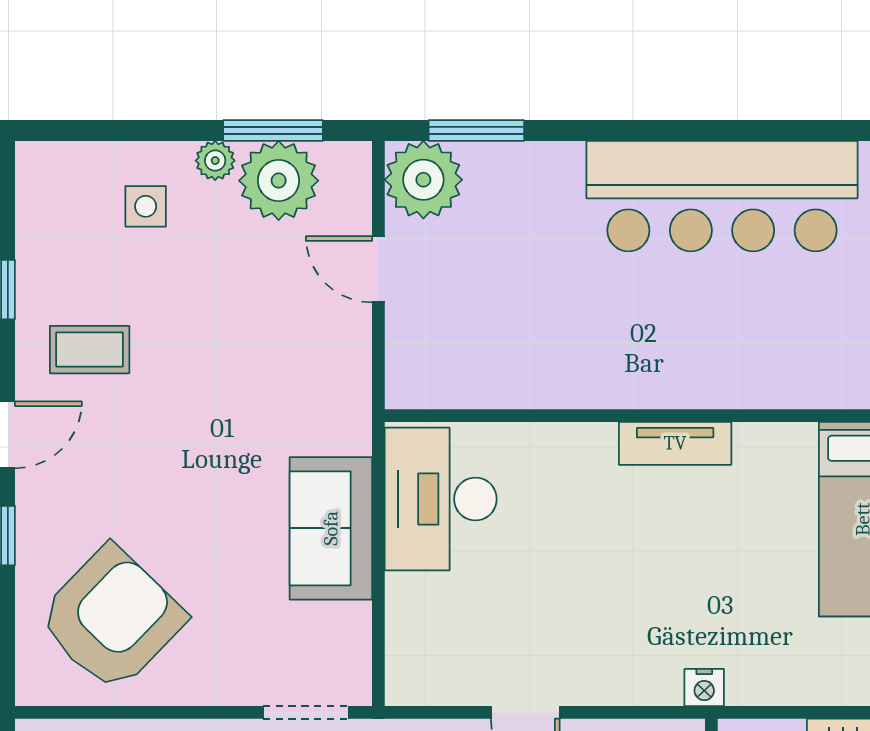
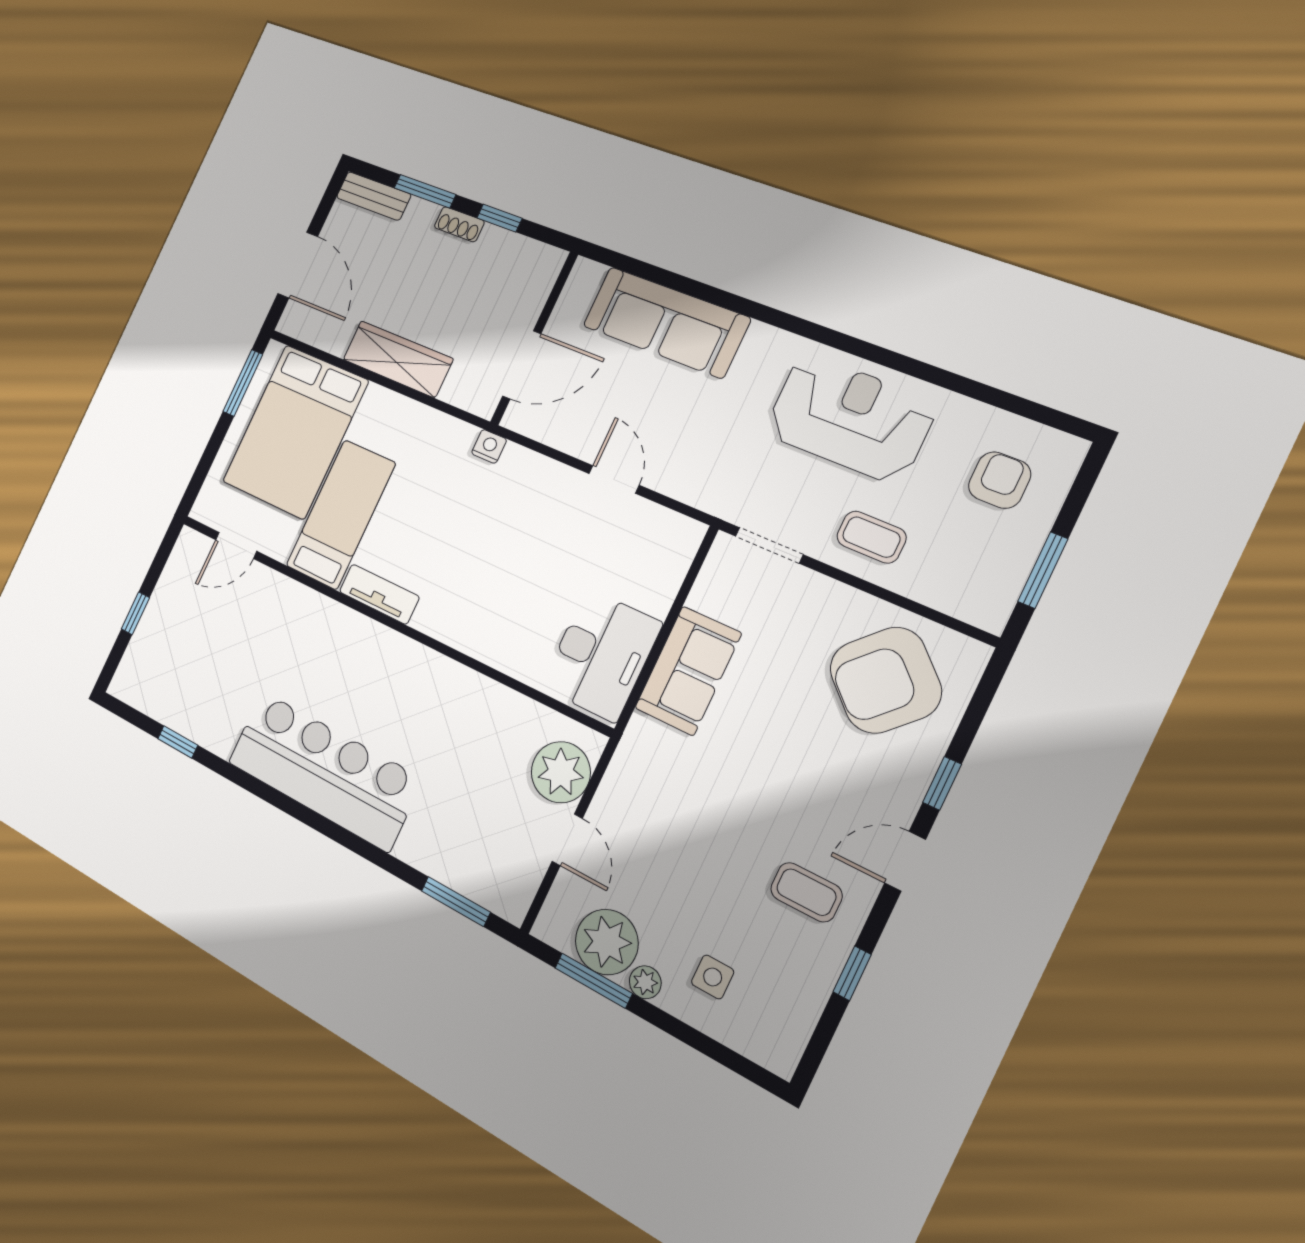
plant: (423, 180) -> (561, 772), moved
tv unit: (675, 443) -> (379, 594), moved

